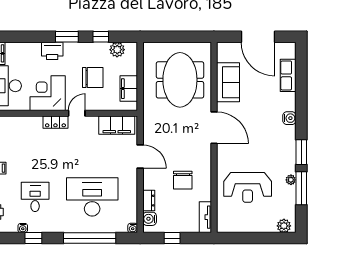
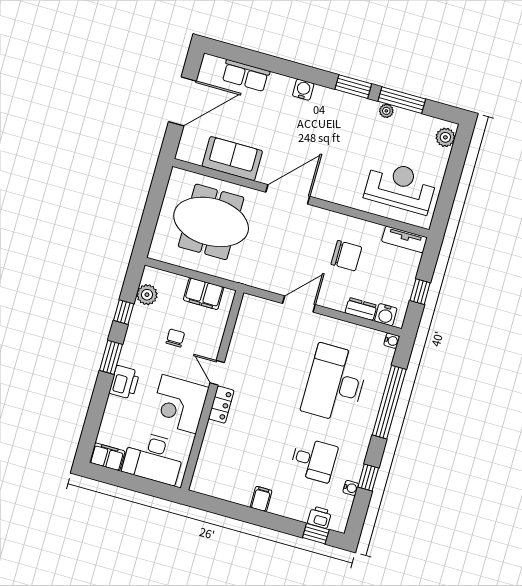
chair: (93, 78) -> (175, 338), width x0.54, depth x0.54
filing cabinet: (117, 125) -> (248, 324), removed
reception desk: (248, 187) -> (400, 187), moved, turned -90
desk: (35, 197) -> (314, 460), turned 180

